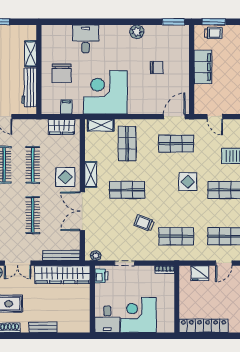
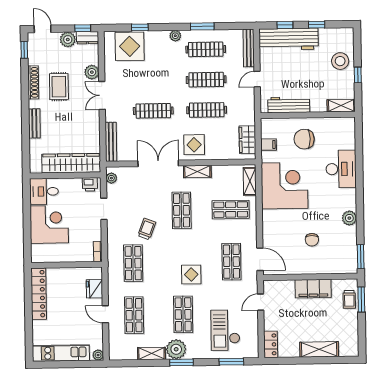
desk: (86, 39) -> (341, 169), width x1.37
shelving: (31, 54) -> (341, 106), moved
wardrobe: (62, 275) -> (71, 163), moved, turned 90

